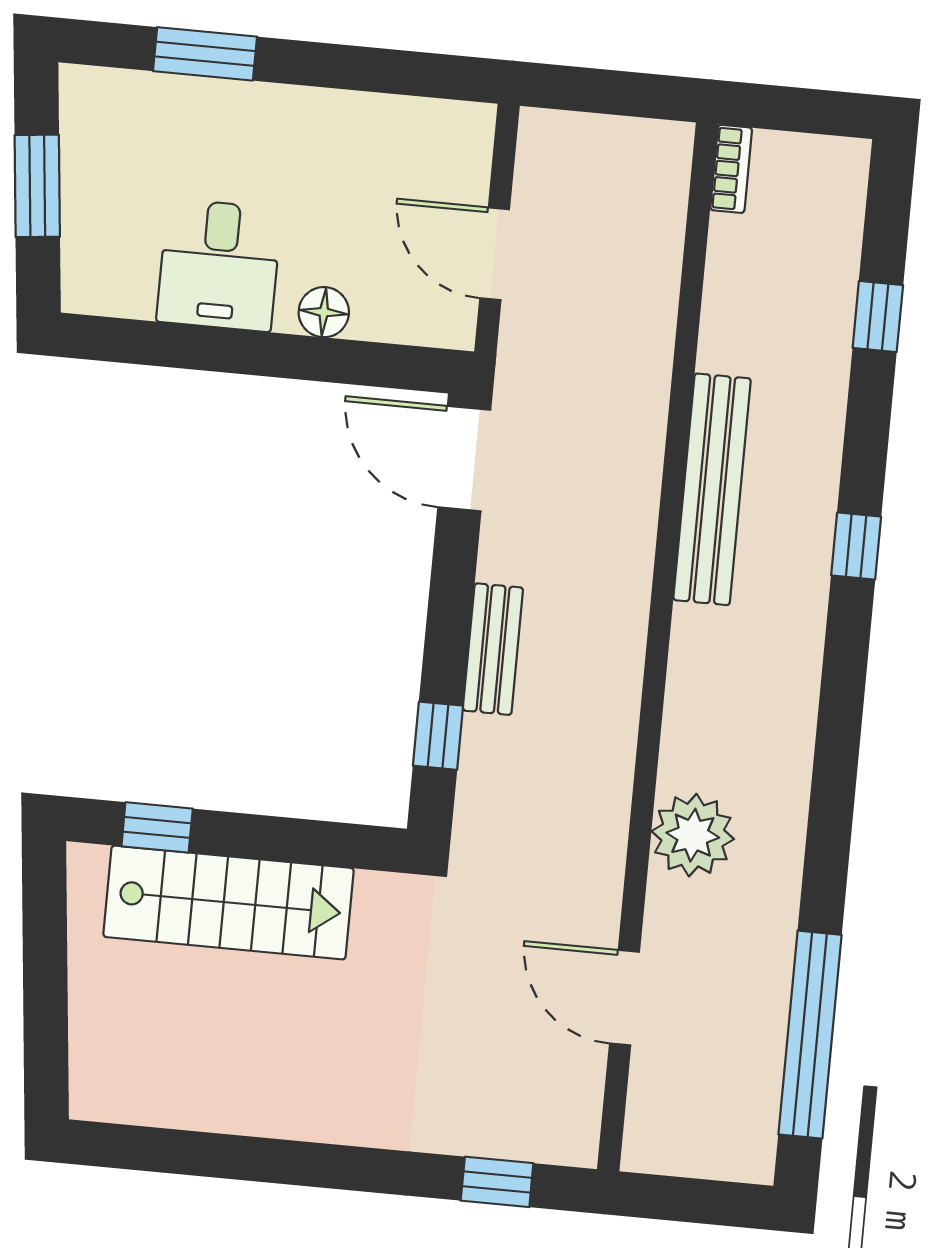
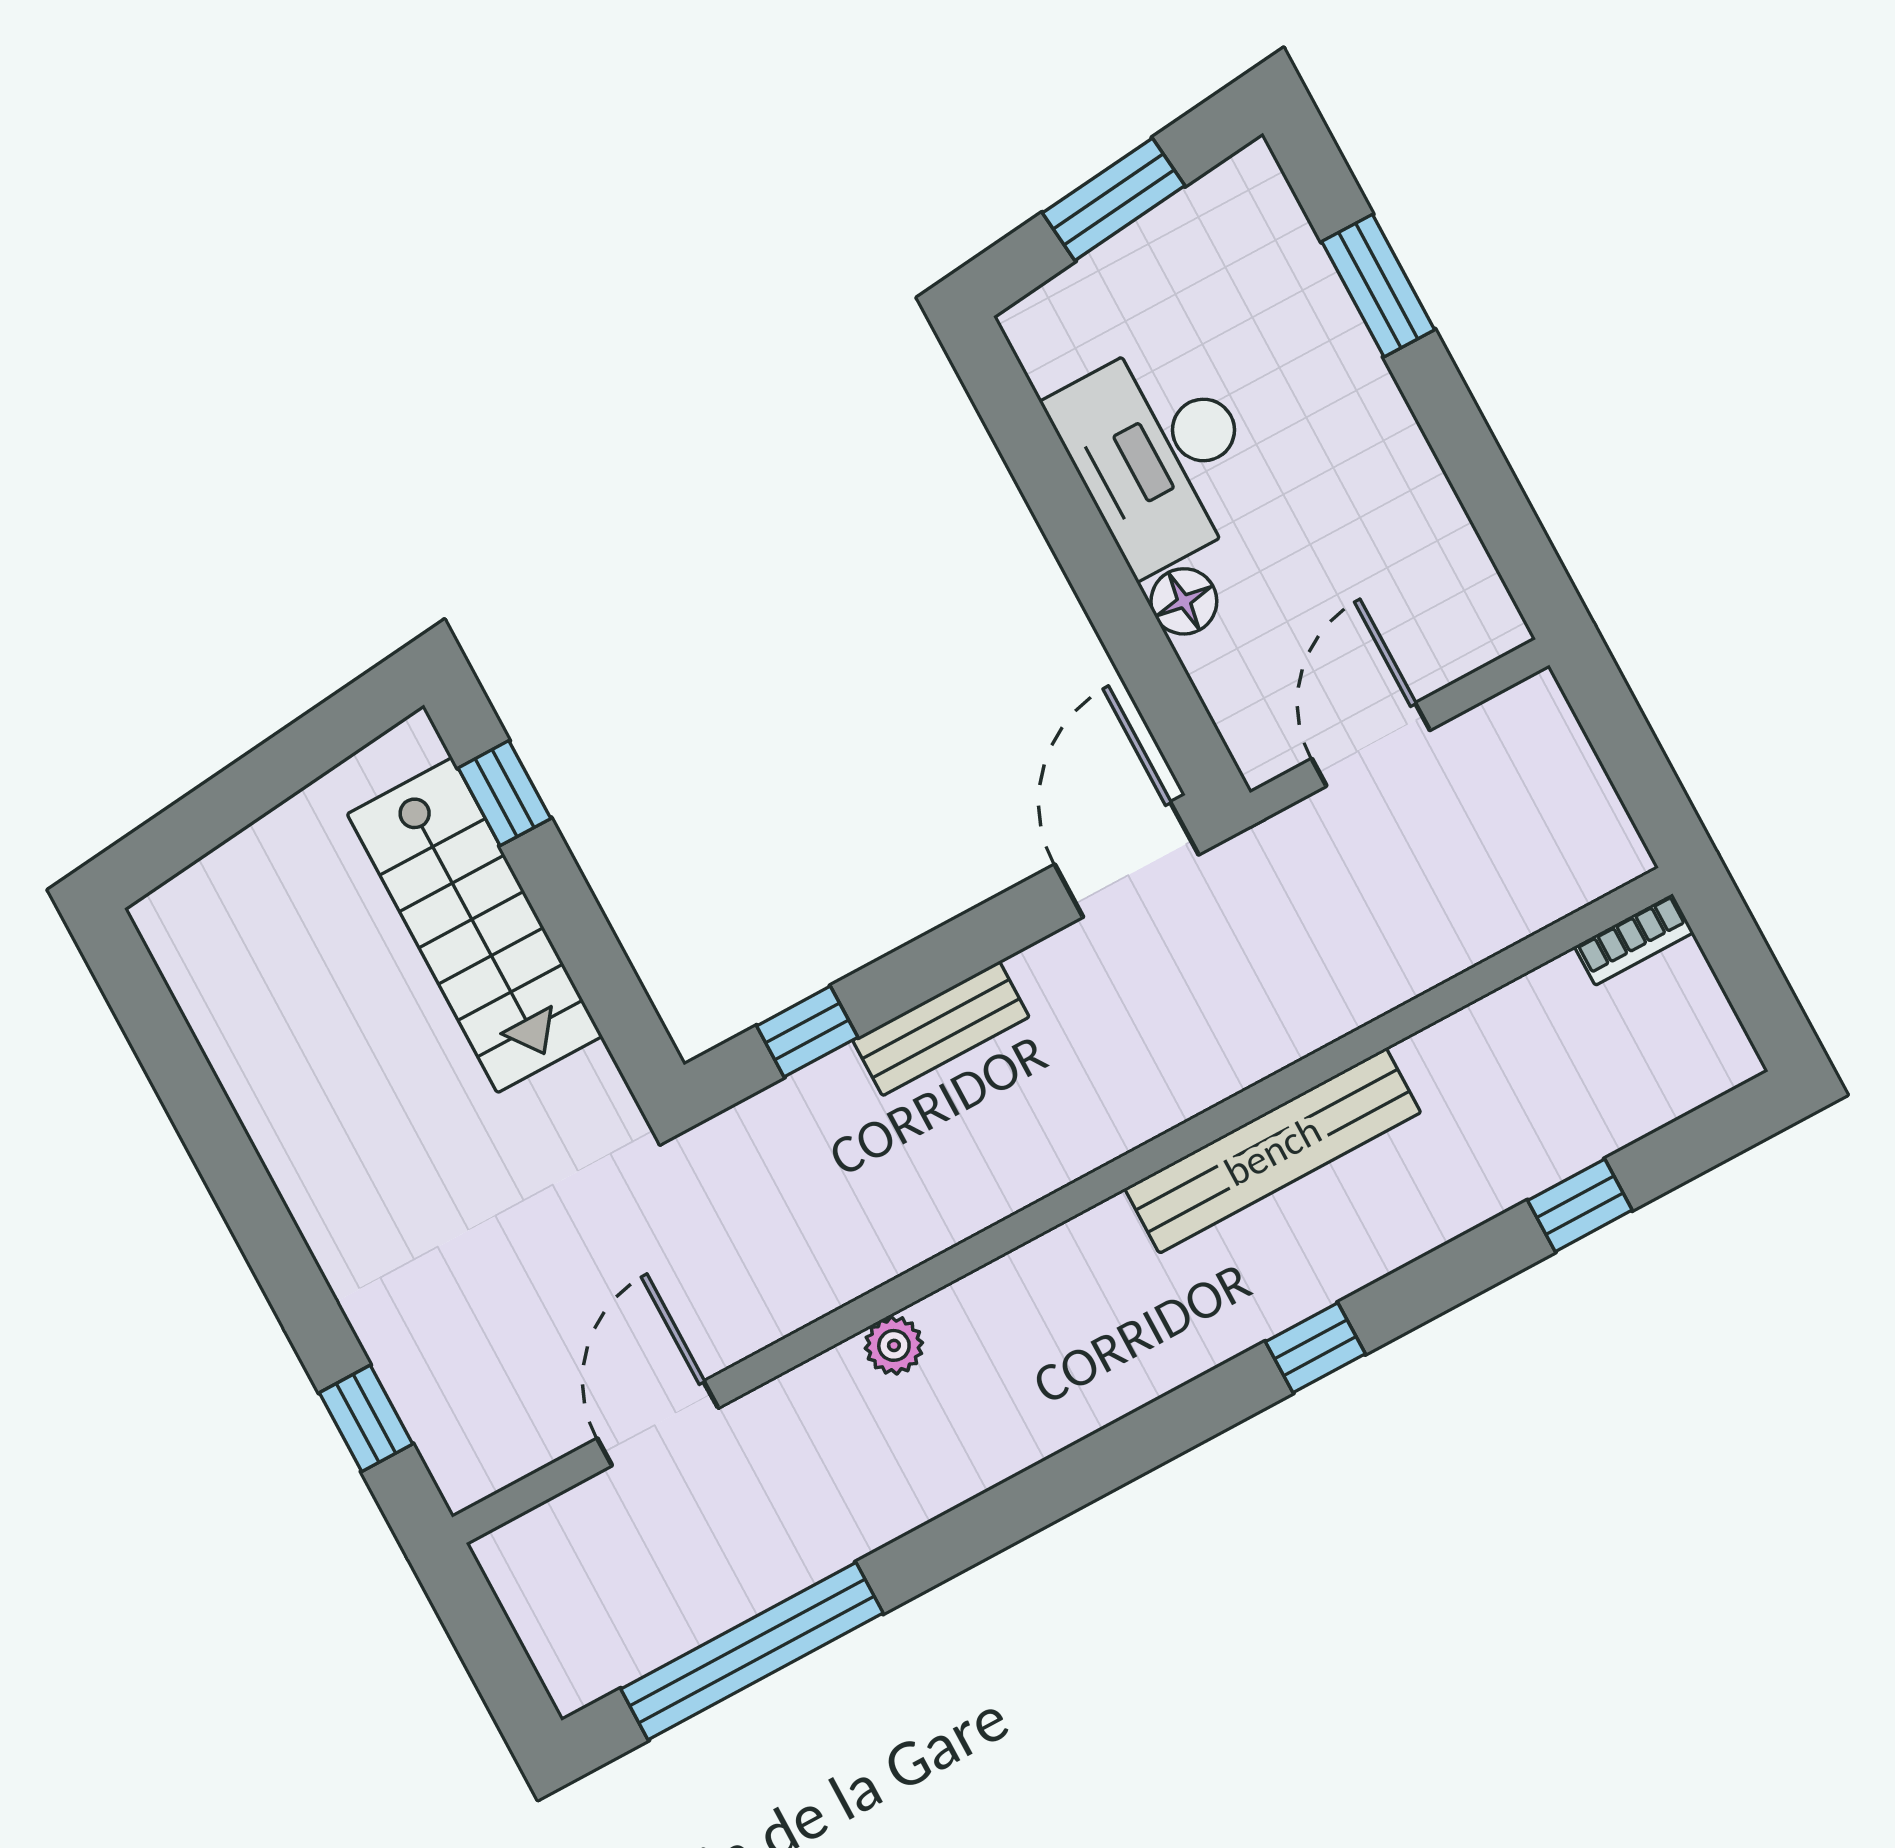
desk: (219, 265) -> (1159, 454), width x1.37
plant: (693, 835) -> (894, 1345), width x0.53, depth x0.53

